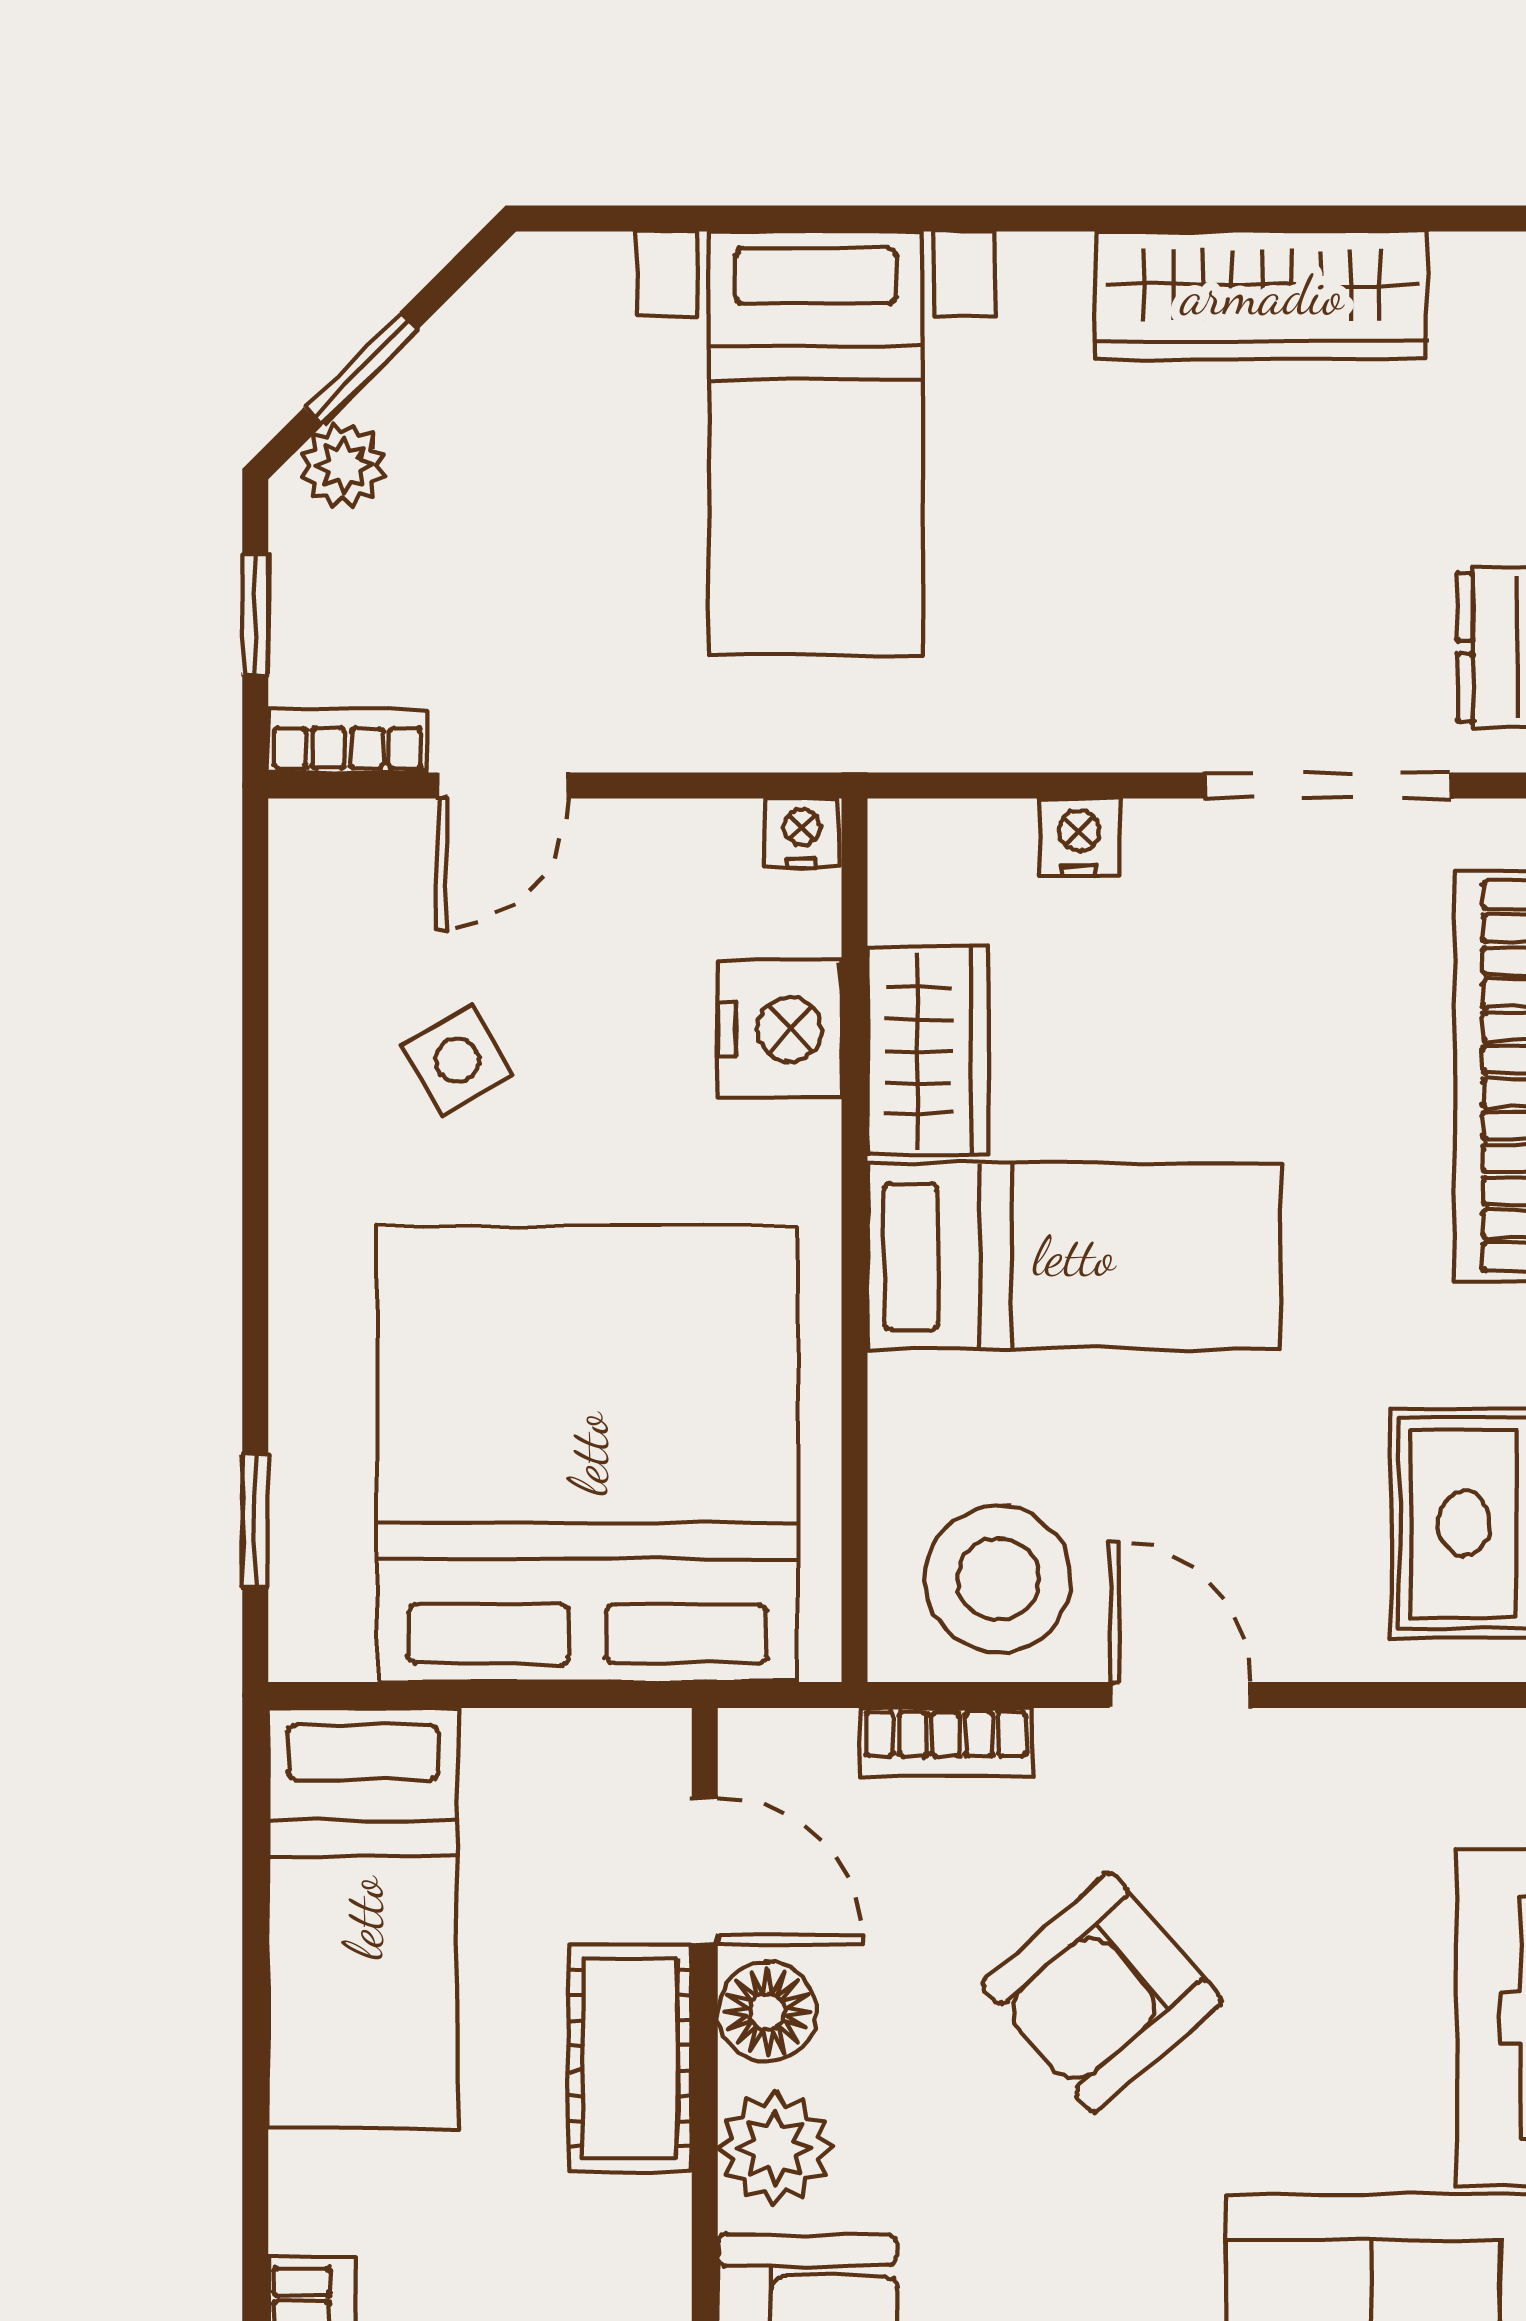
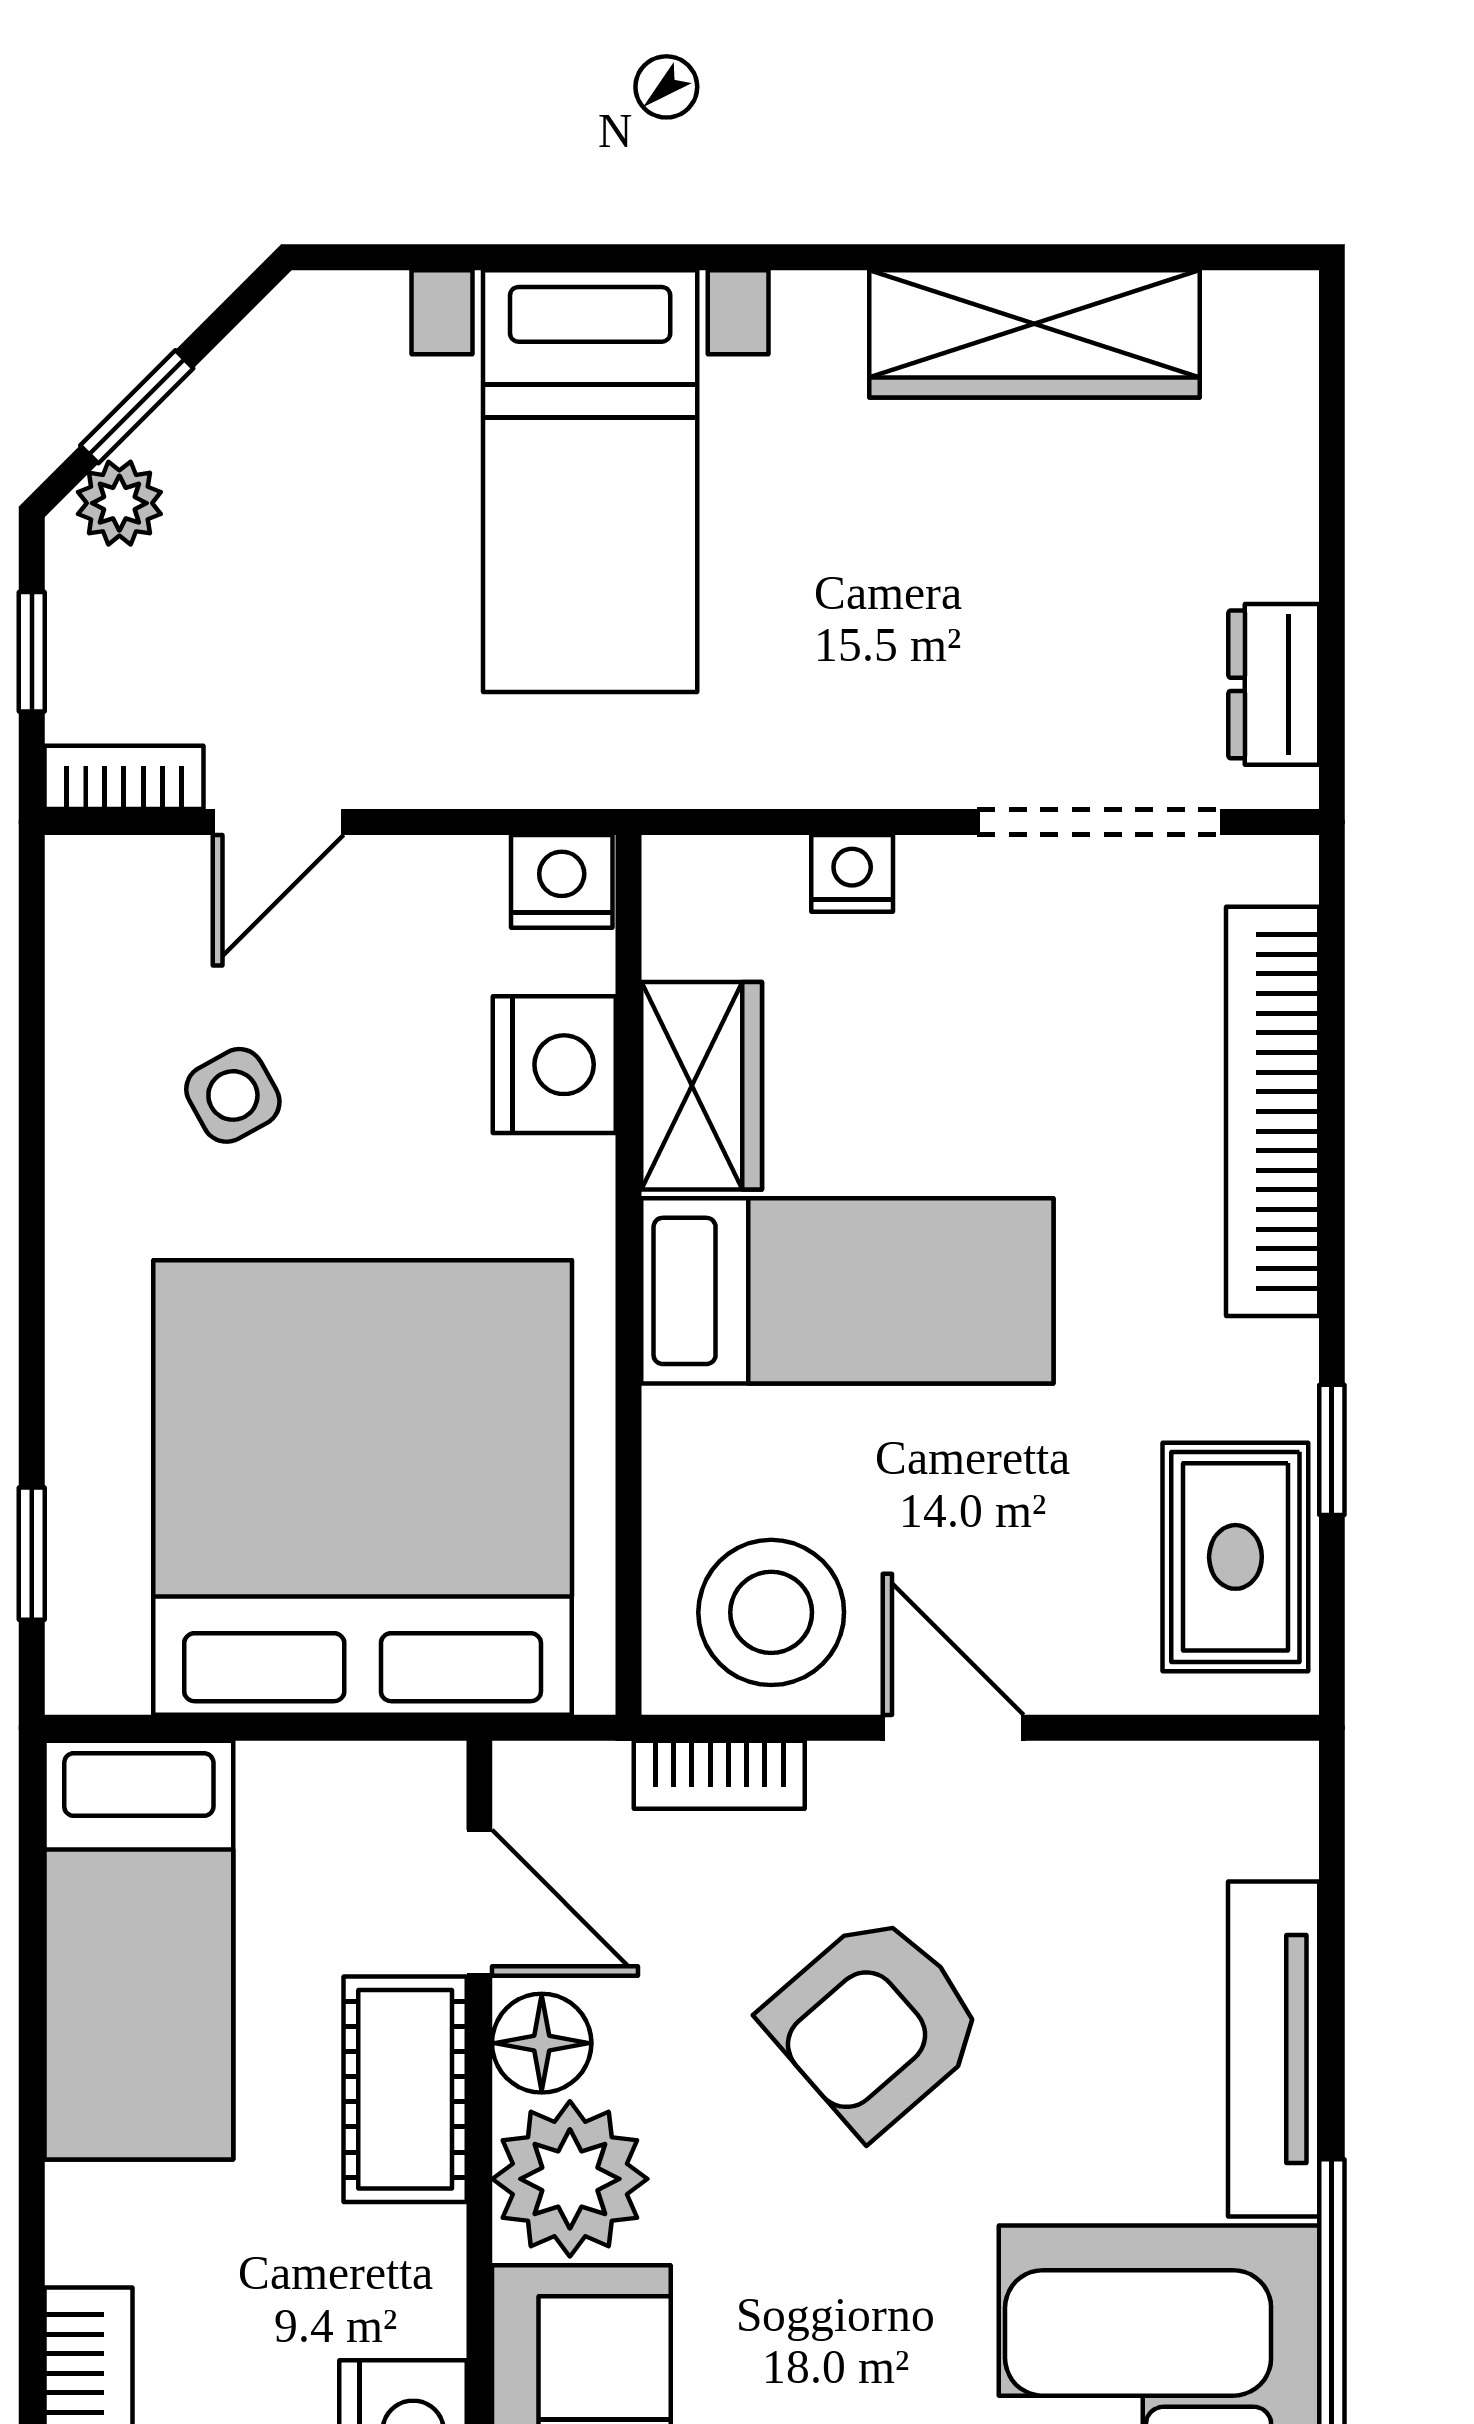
nightstand: (802, 833) -> (562, 881), width x1.39, depth x1.35
plant: (775, 2148) -> (570, 2179), width x1.36, depth x1.36

